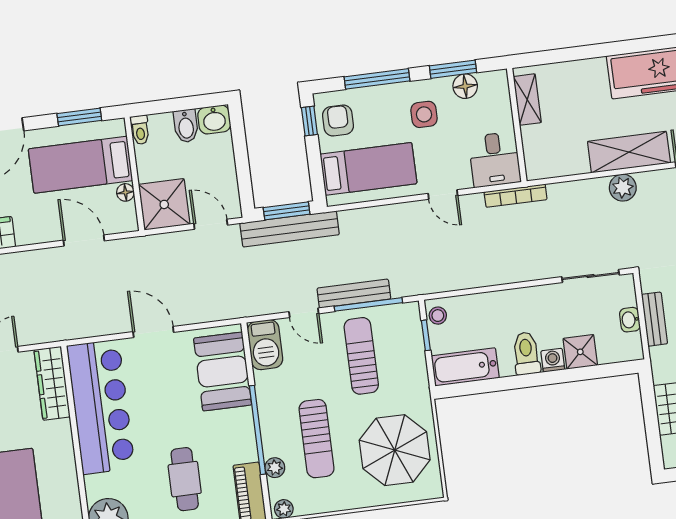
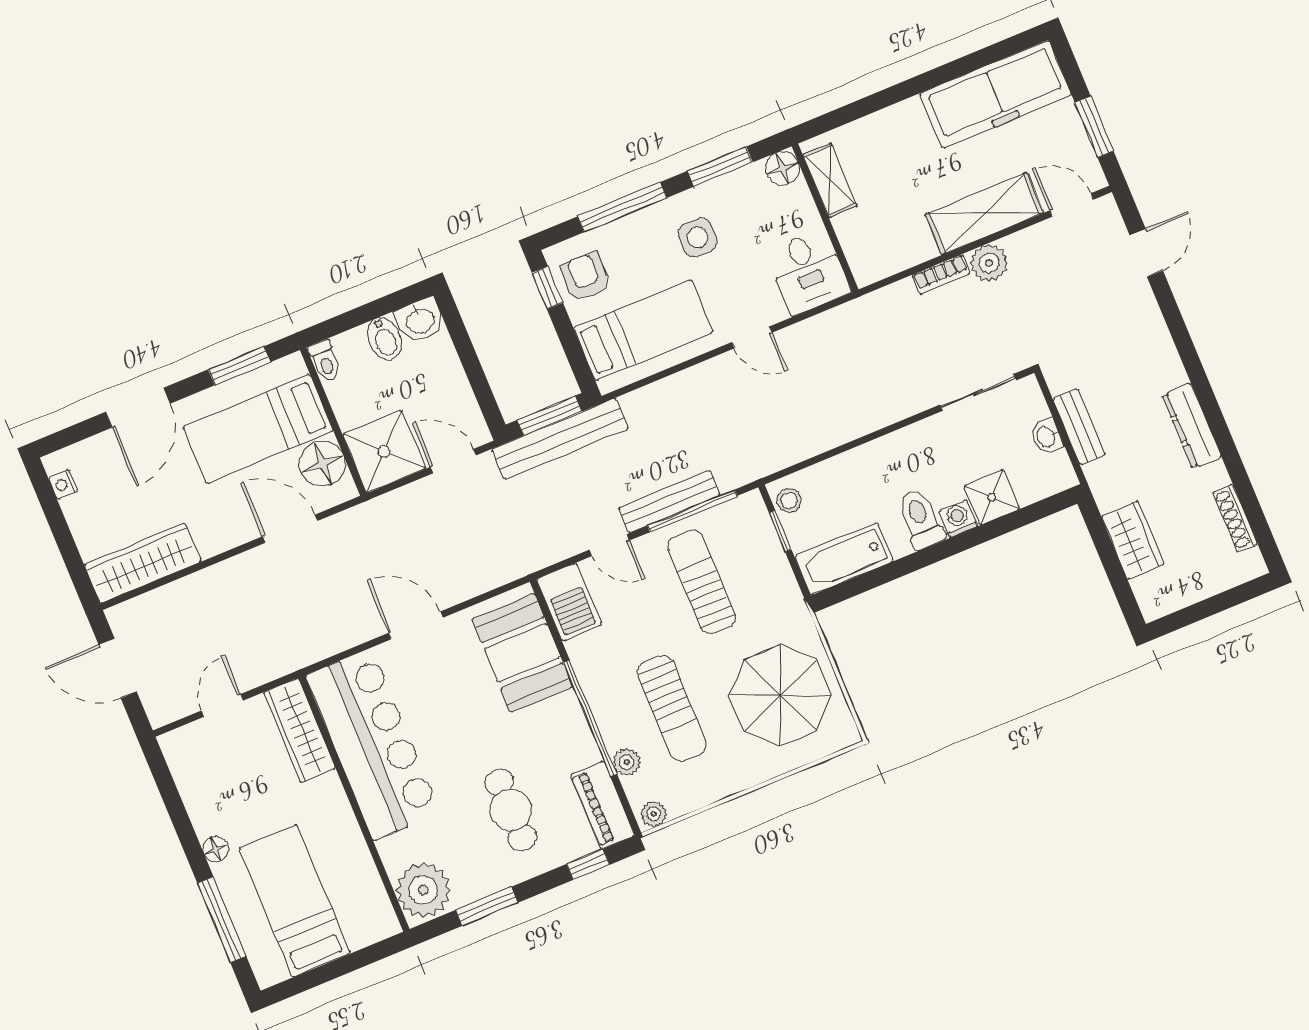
floor lamp: (465, 86) -> (783, 168), moved
floor lamp: (125, 192) -> (322, 464), width x1.89, depth x1.89
bookcase: (516, 196) -> (941, 274), moved, width x0.64

